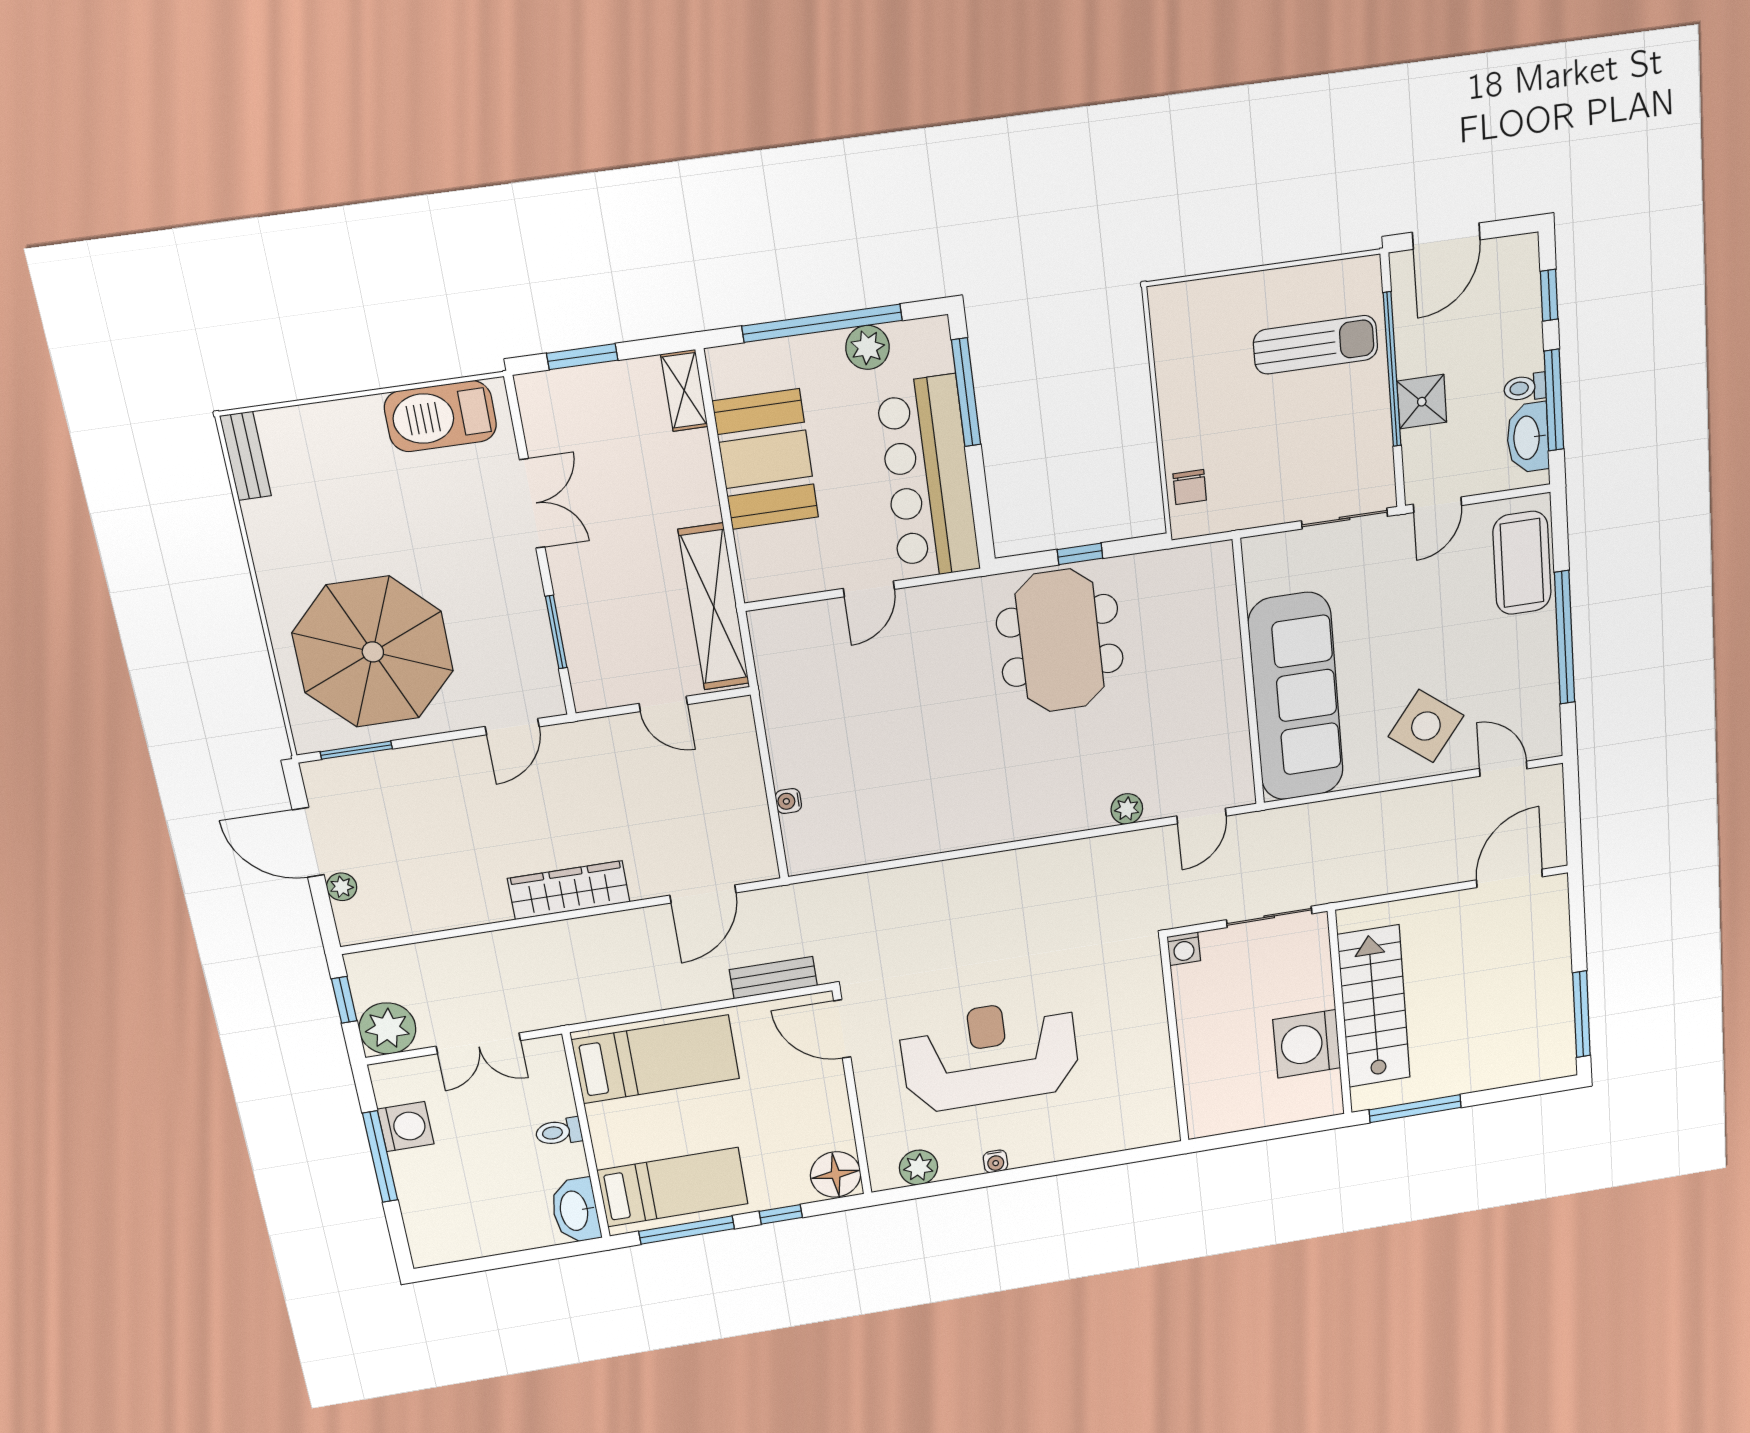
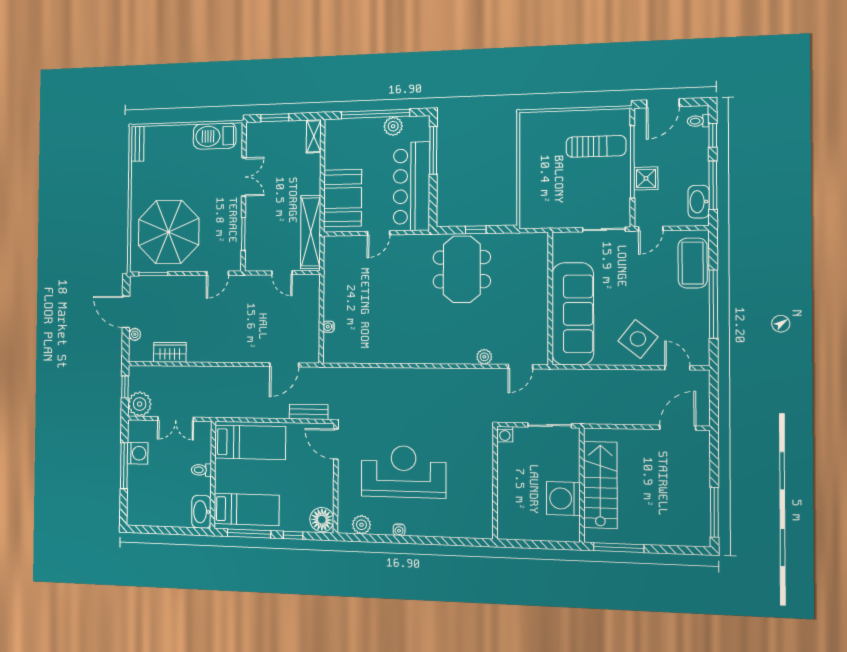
toilet: (1525, 388) -> (698, 121), moved
booth: (766, 459) -> (343, 198), moved
chair: (1190, 487) -> (530, 205), removed
wardrobe: (569, 890) -> (170, 352), moved, width x0.67

